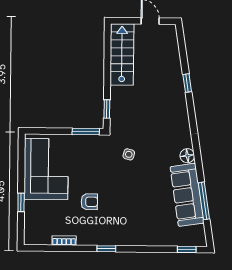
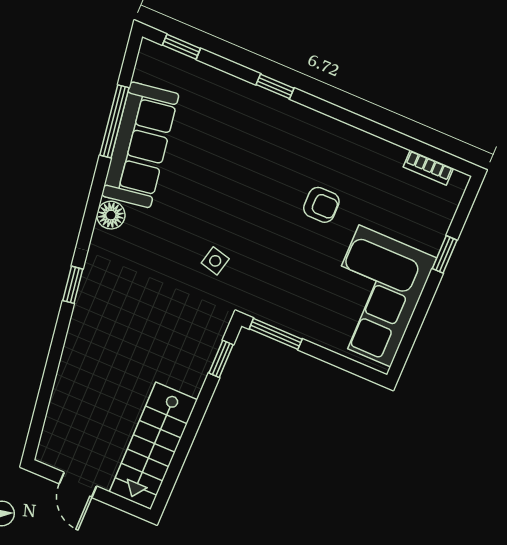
window: (187, 83) -> (73, 285), moved
armchair: (89, 202) -> (321, 205), turned 180
bookcase: (64, 240) -> (428, 168), moved
window: (106, 249) -> (275, 86), moved

